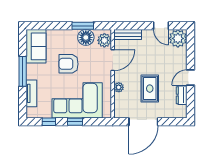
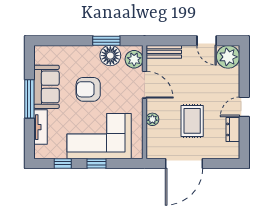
sofa: (36, 46) -> (46, 87), moved
door: (113, 60) -> (145, 85), hinge flipped

